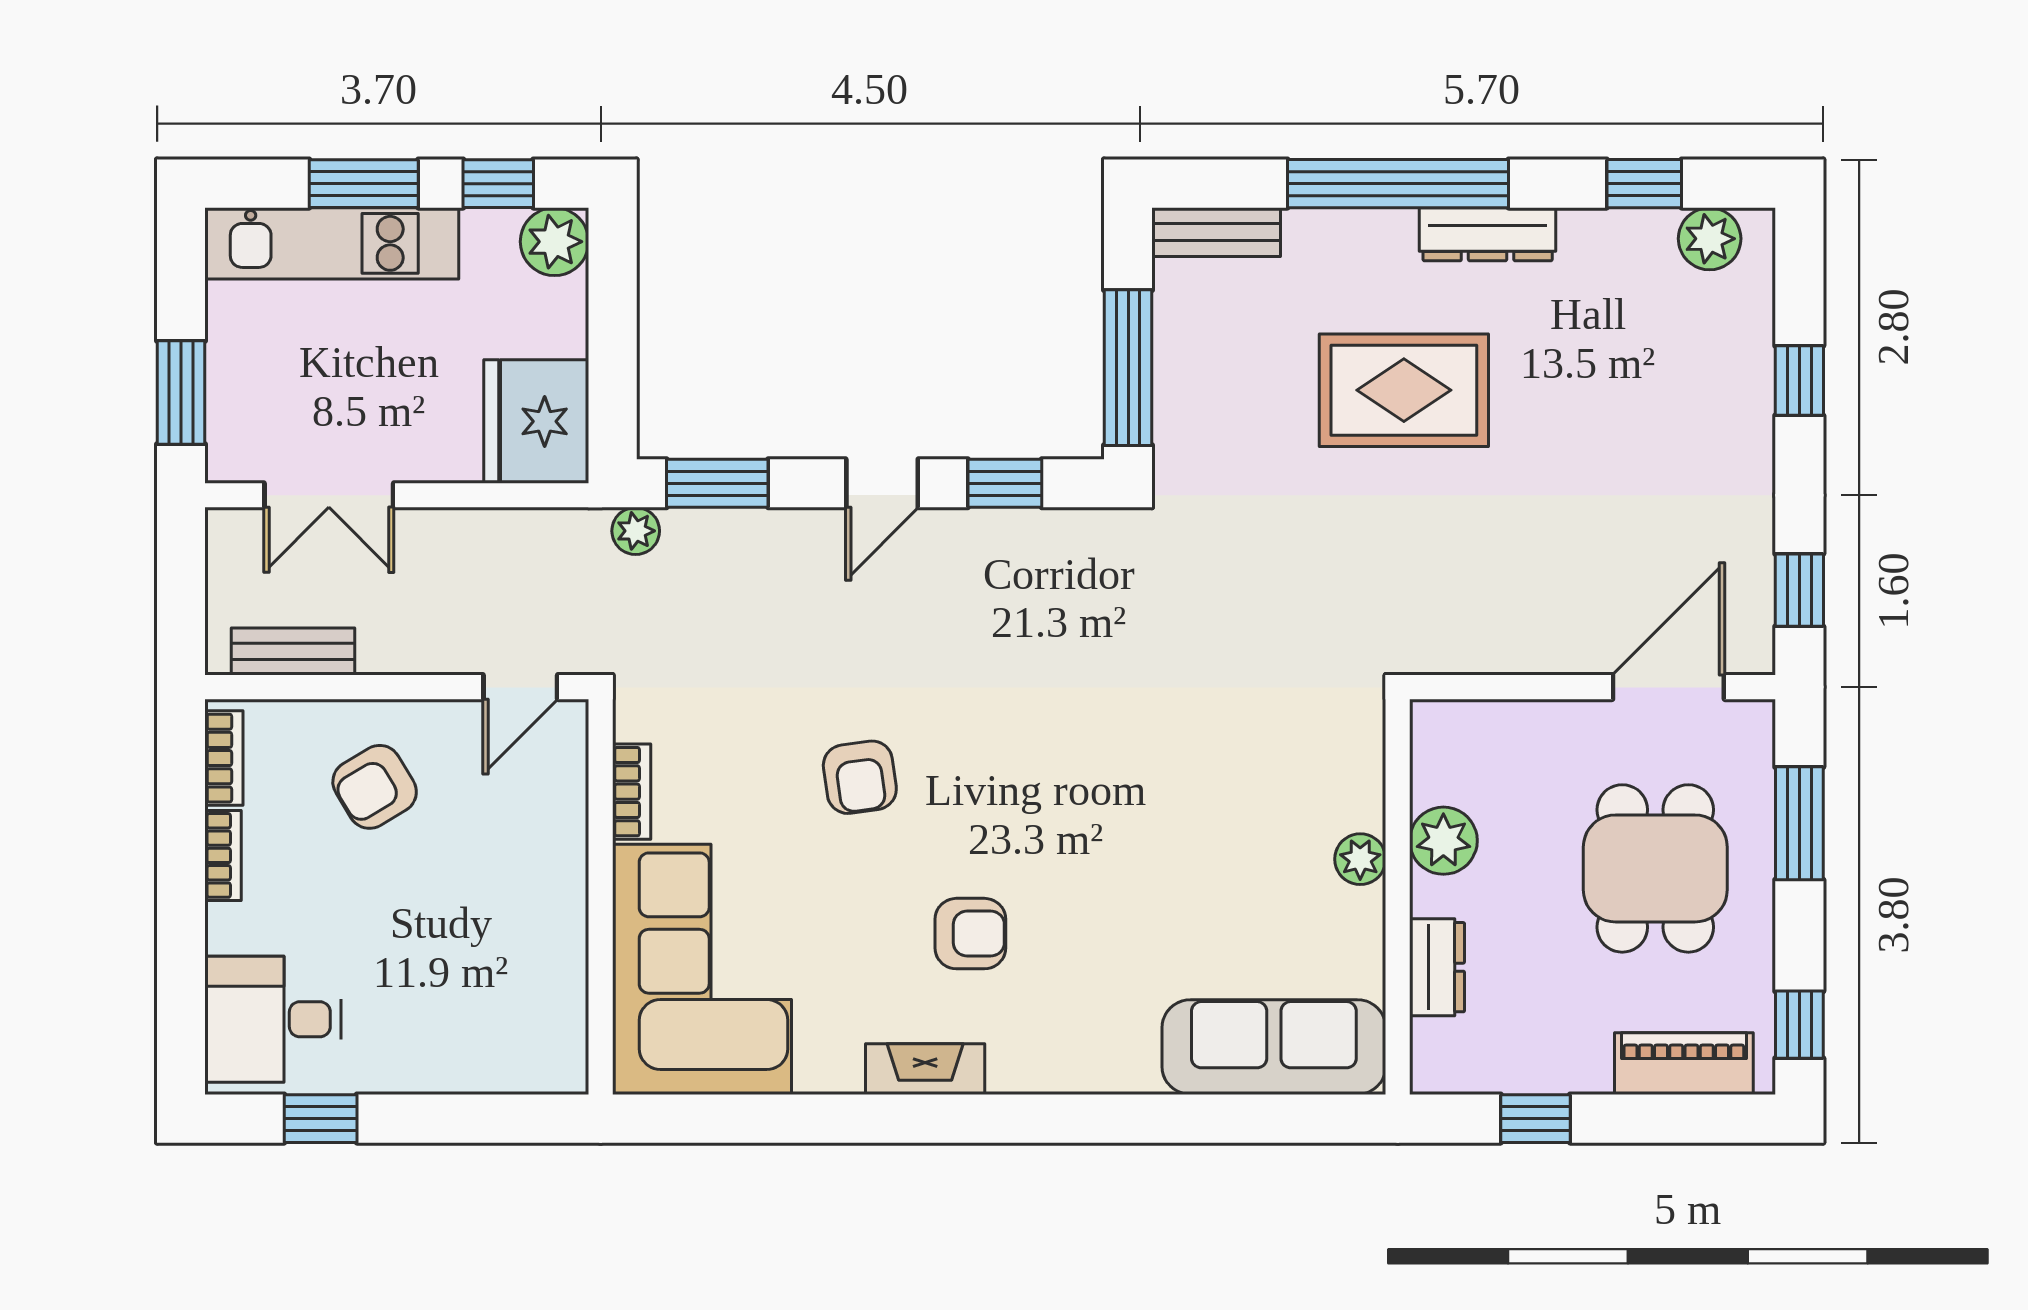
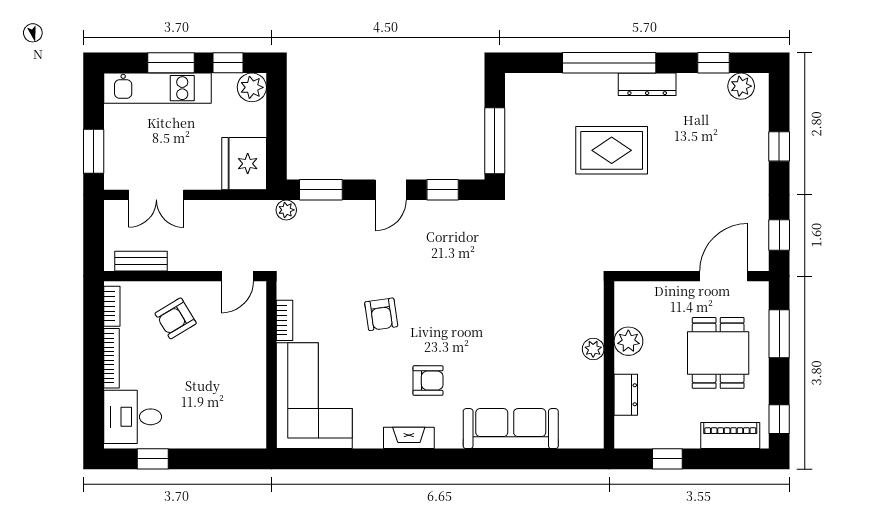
bench: (1216, 232) -> (532, 83), removed
bookcase: (223, 855) -> (111, 358), width x1.56
sofa: (1274, 1047) -> (511, 429), moved

